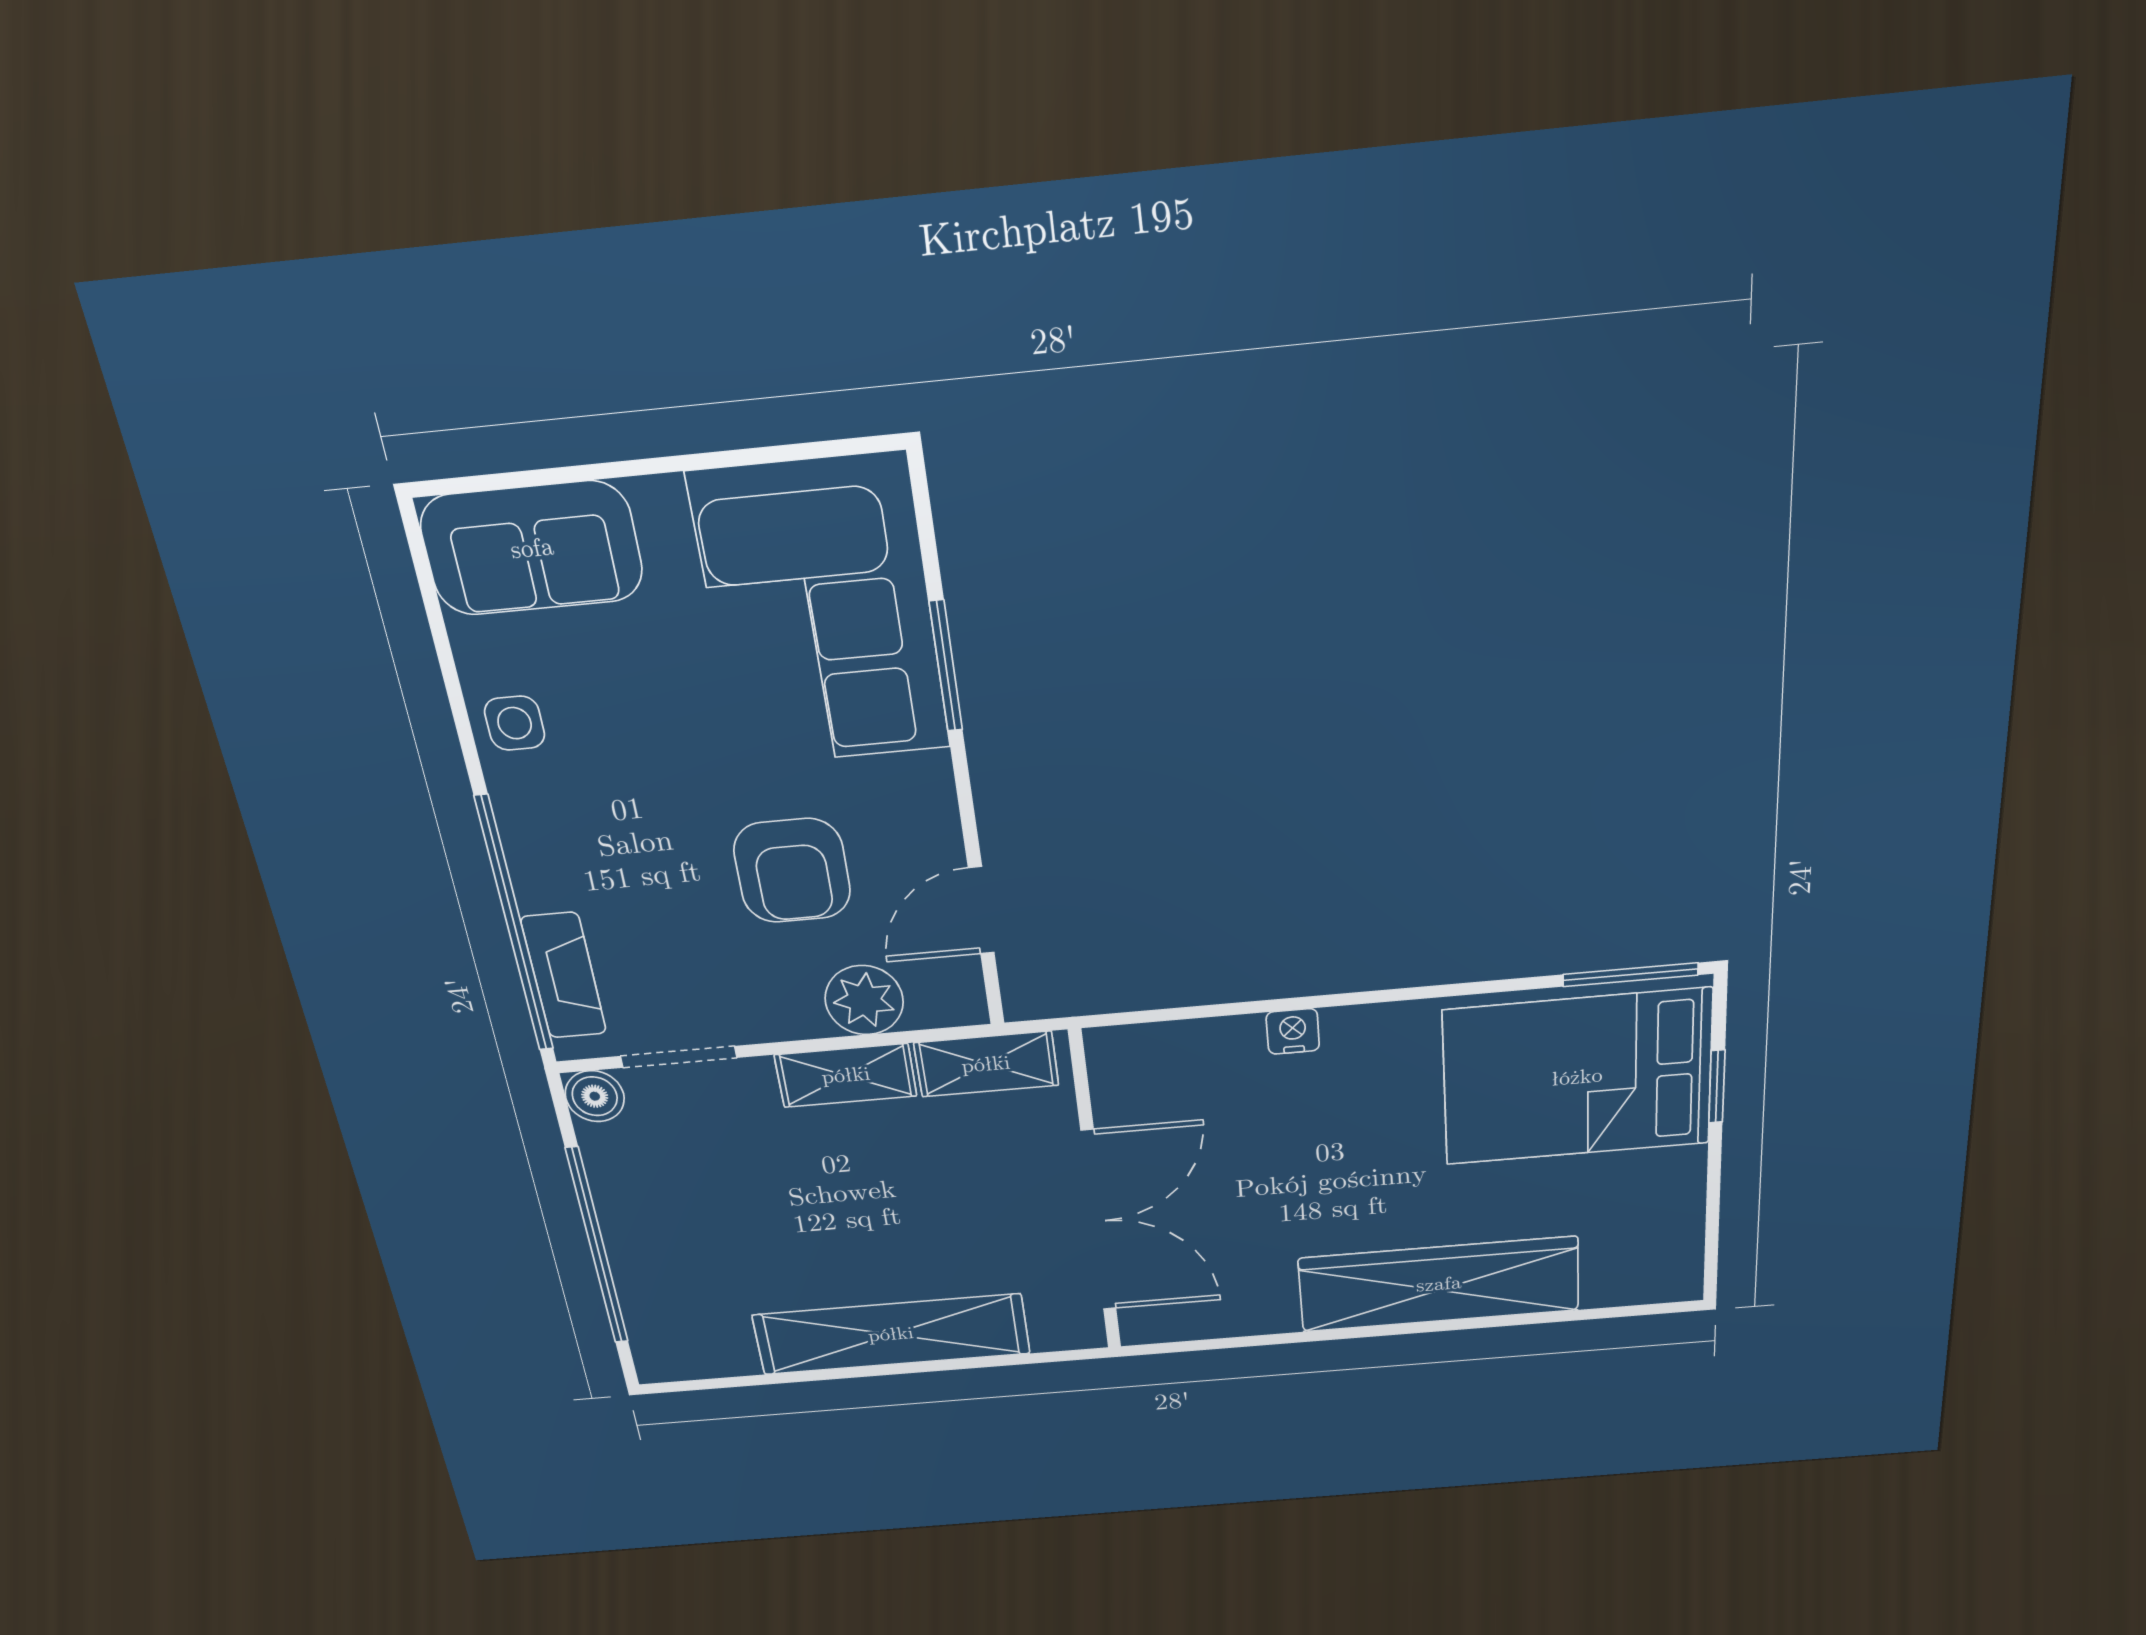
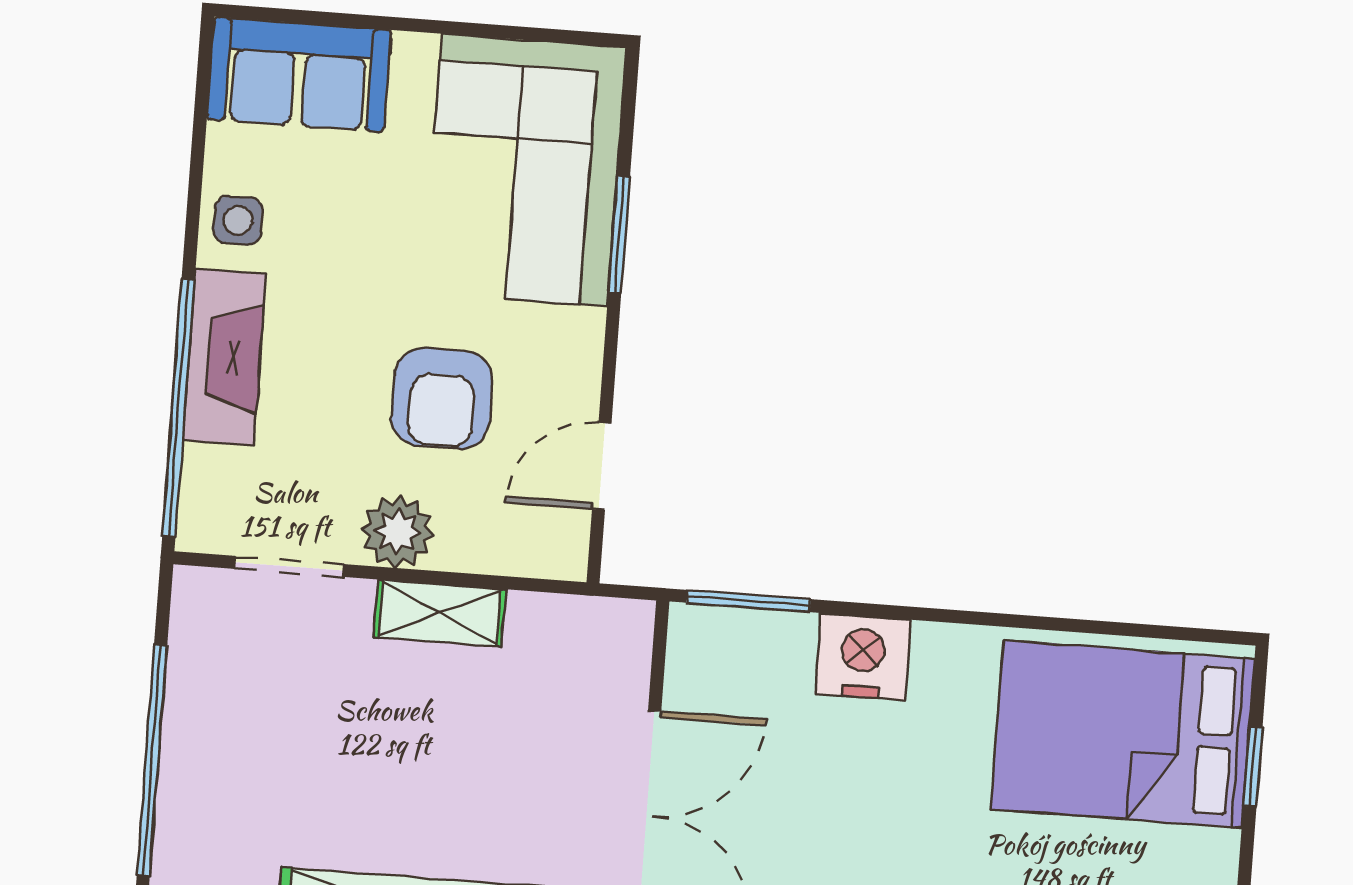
window: (1630, 975) -> (748, 601), moved
fireplace: (564, 976) -> (224, 357), moved, width x1.37, depth x1.32
plant: (864, 1000) -> (397, 532), moved
nightstand: (1293, 1031) -> (863, 657), width x1.89, depth x1.79
shelving: (986, 1064) -> (574, 624), removed
boiler: (595, 1096) -> (199, 594), removed

